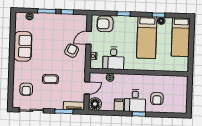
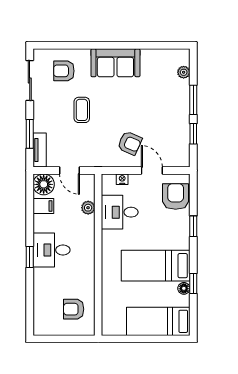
sofa: (23, 46) -> (115, 63), moved
armchair: (157, 99) -> (74, 309), moved
filing cabinet: (119, 105) -> (43, 206), moved

